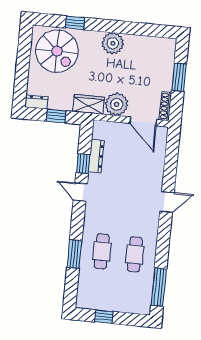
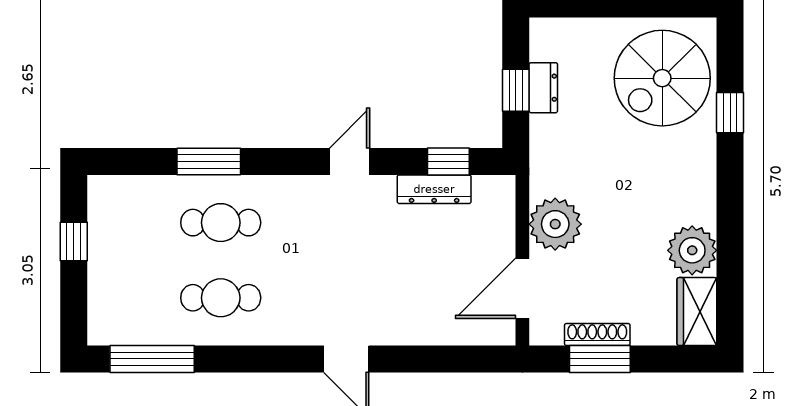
plant: (113, 43) -> (692, 250), moved
window: (179, 77) -> (600, 359), moved
dresser: (36, 102) -> (543, 88), moved
wardrobe: (89, 104) -> (697, 312), moved, turned 180
shoe rack: (165, 106) -> (597, 334), moved
window: (83, 164) -> (448, 161), moved

